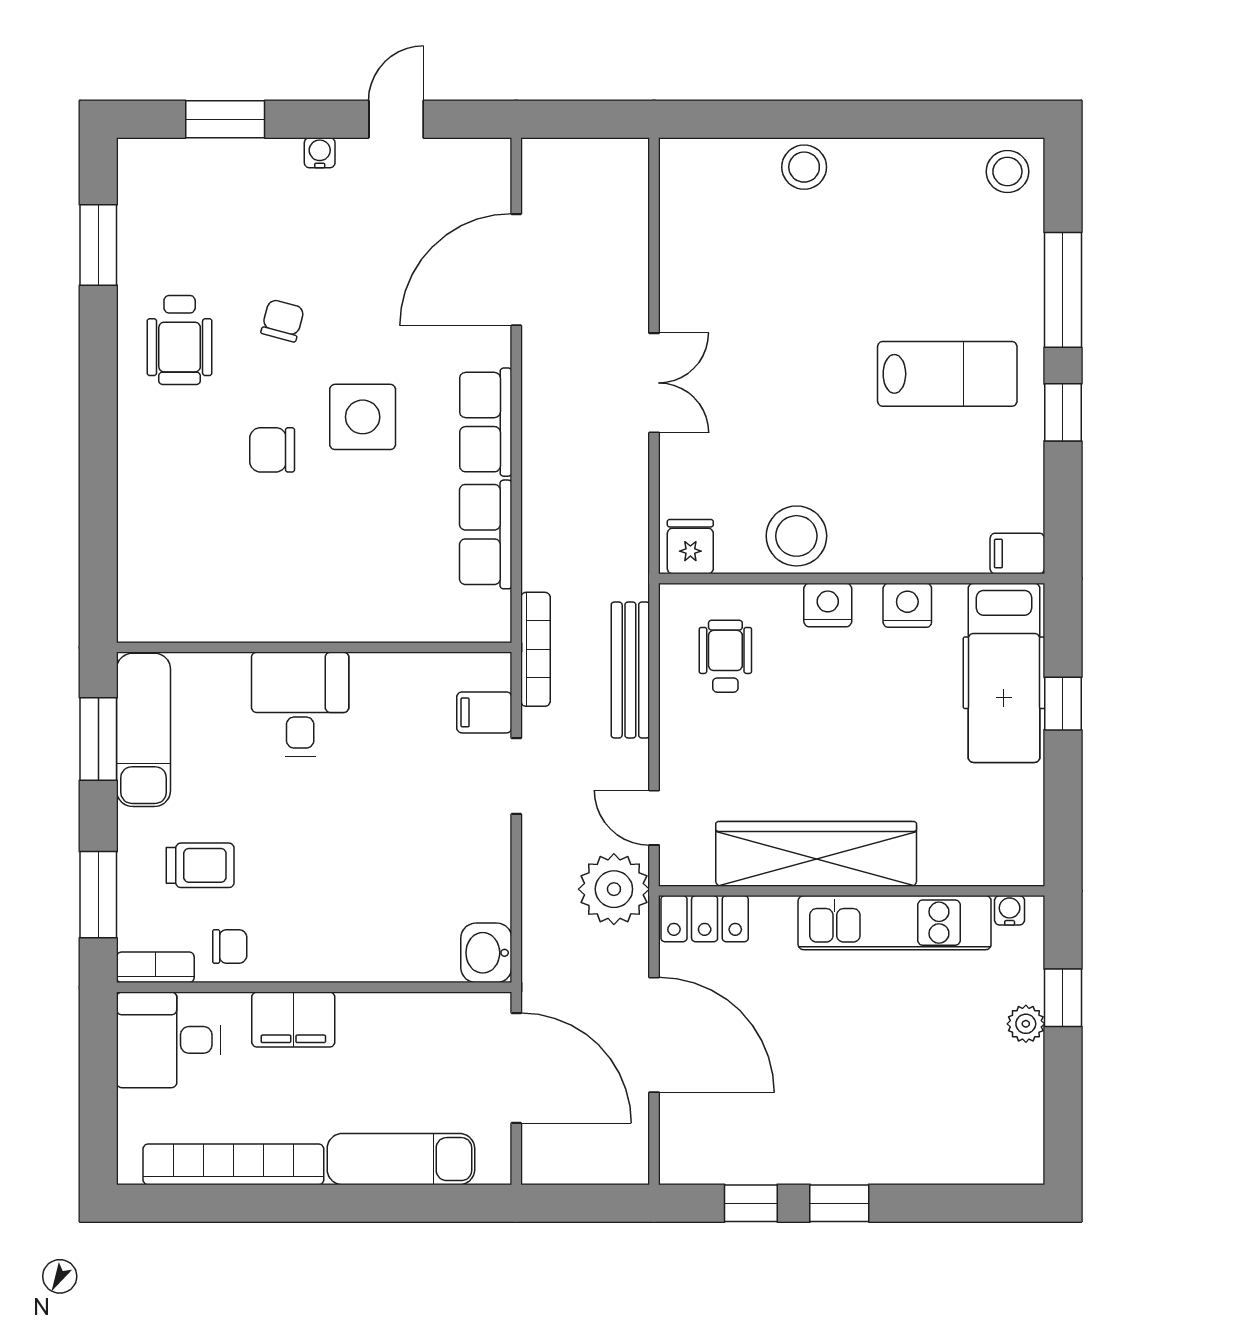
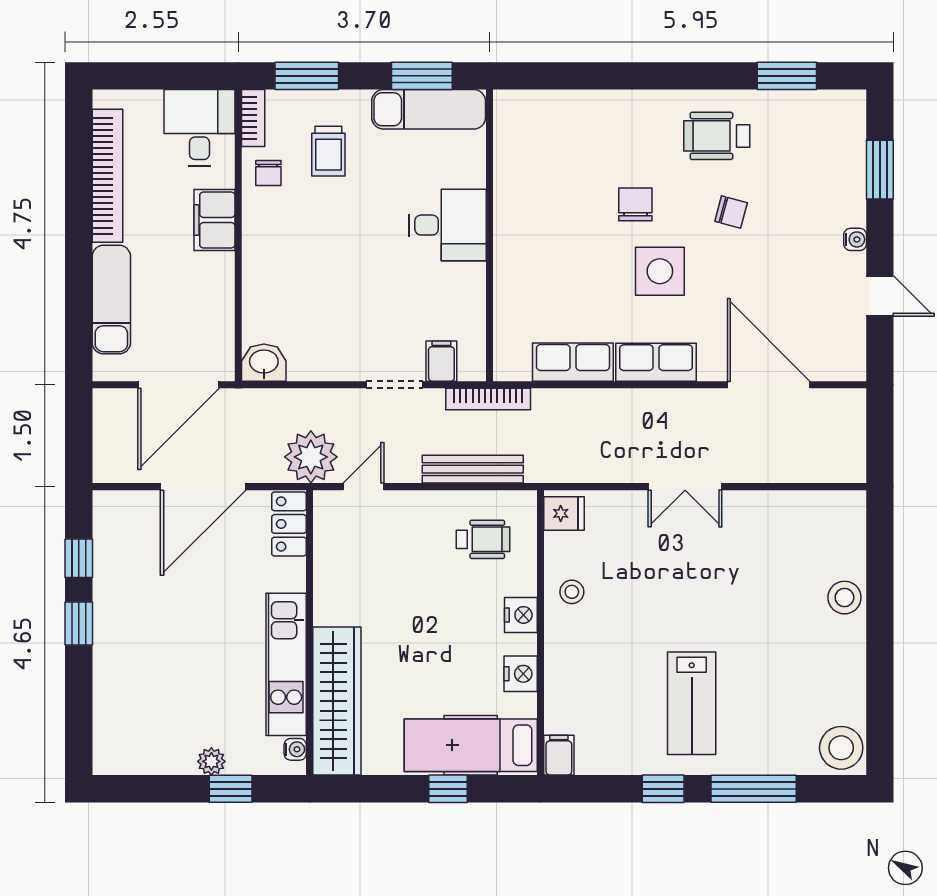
stool: (1007, 172) -> (841, 748), width x1.38, depth x1.38
stool: (796, 536) -> (572, 592), width x0.53, depth x0.53
wardrobe: (816, 854) -> (337, 701), moved

